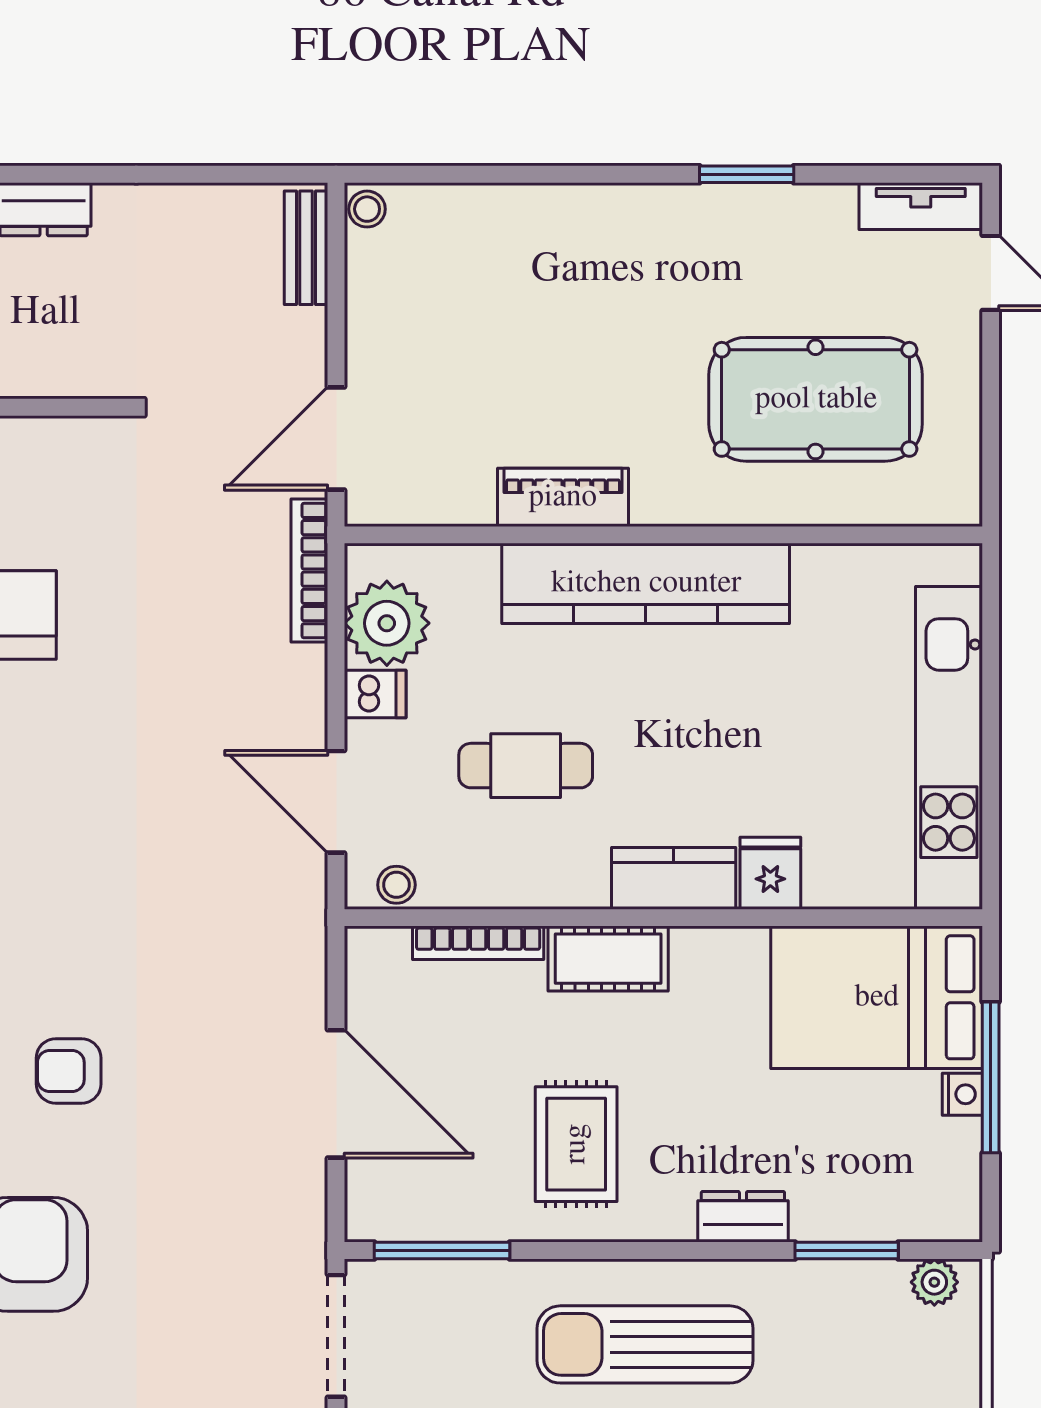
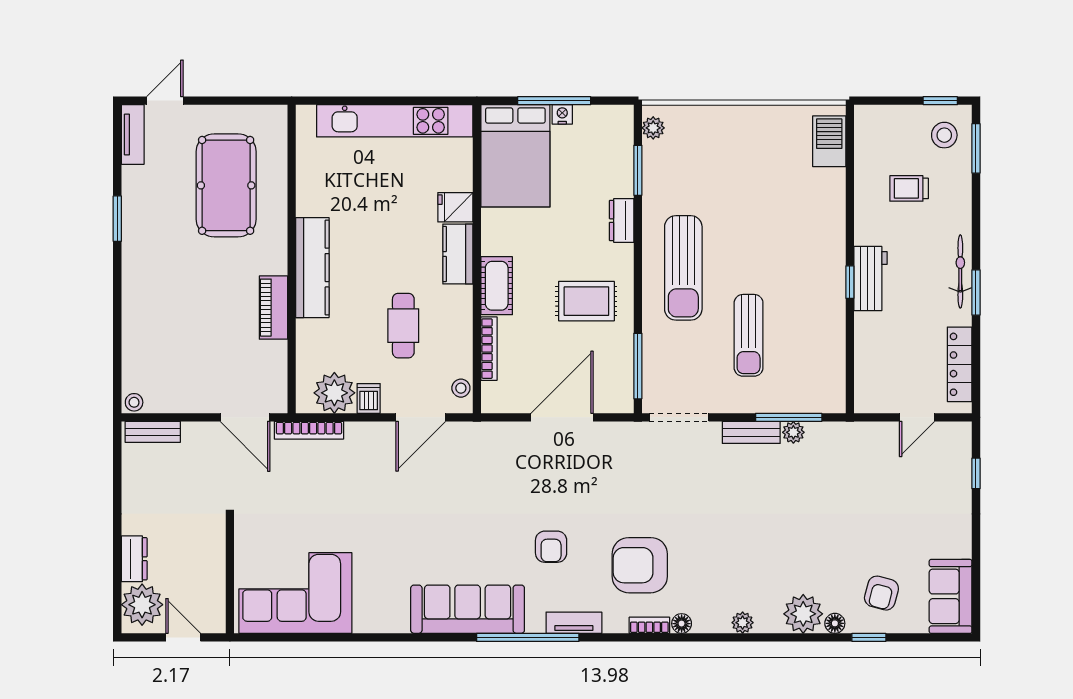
kitchen counter: (646, 583) -> (312, 268), width x0.72, depth x0.86

